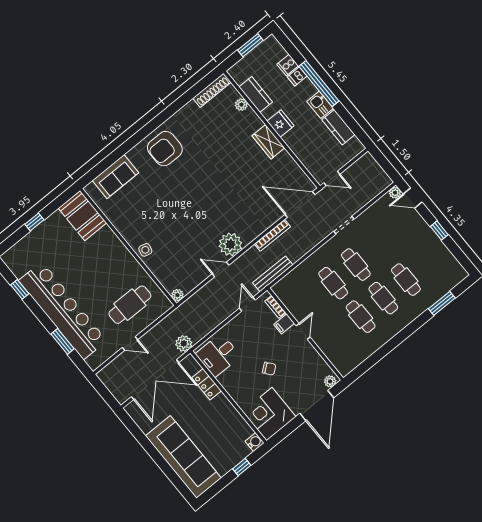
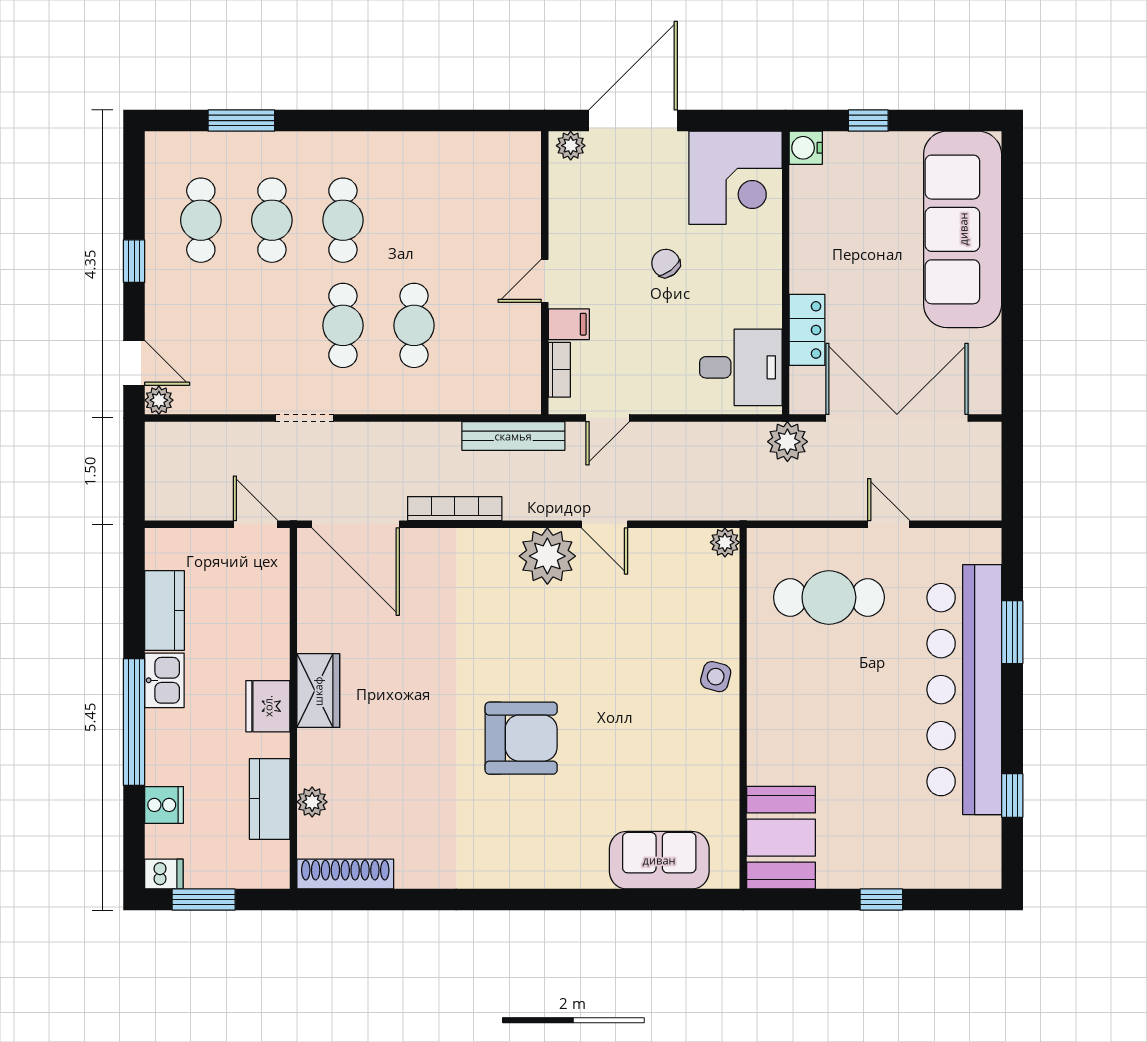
dishwasher: (297, 76) -> (164, 874), moved
armchair: (165, 149) -> (521, 738), moved
cafe table: (361, 317) -> (201, 220), moved

